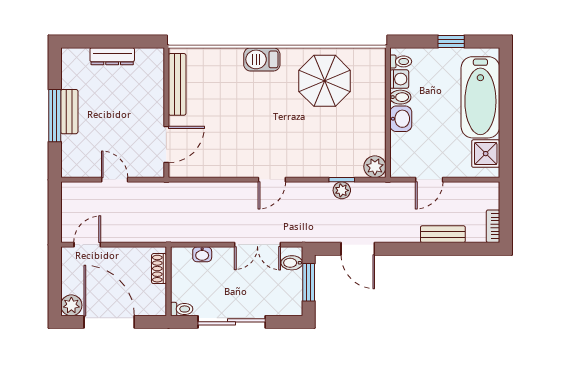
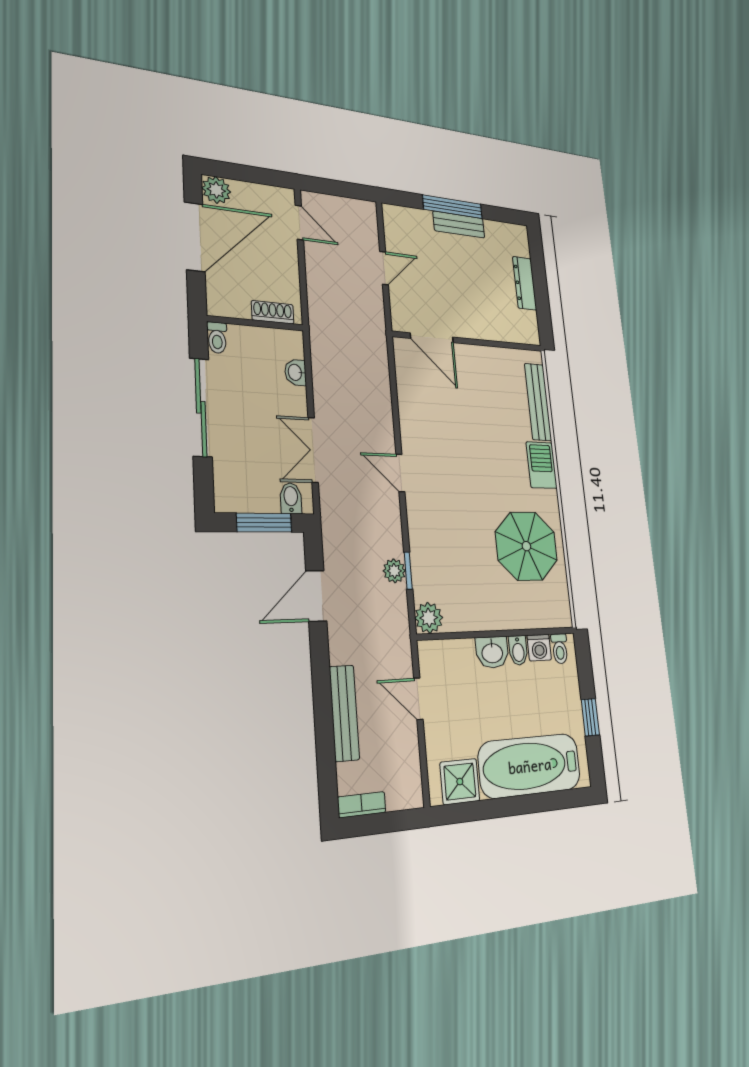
bench: (177, 84) -> (538, 402), moved, turned 90
bench: (443, 234) -> (344, 713), width x1.36

